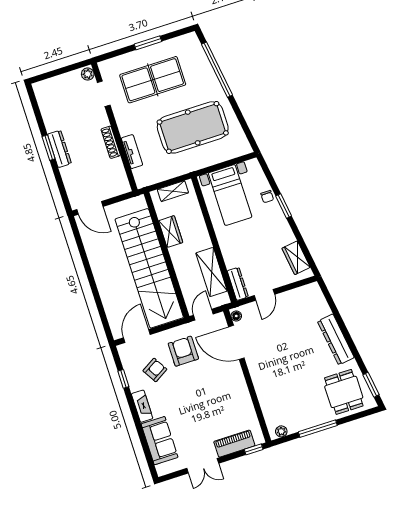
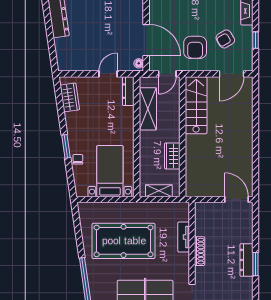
stairs: (149, 268) -> (196, 105), width x0.54, depth x0.66

